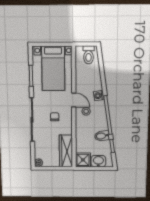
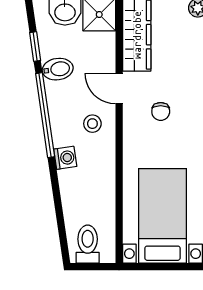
door: (74, 100) -> (119, 88), moved

